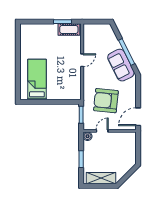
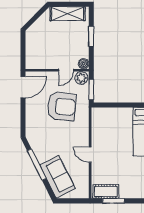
door: (82, 60) -> (90, 155), hinge flipped
sofa: (121, 65) -> (58, 177), moved
plant: (89, 124) -> (81, 78), added

